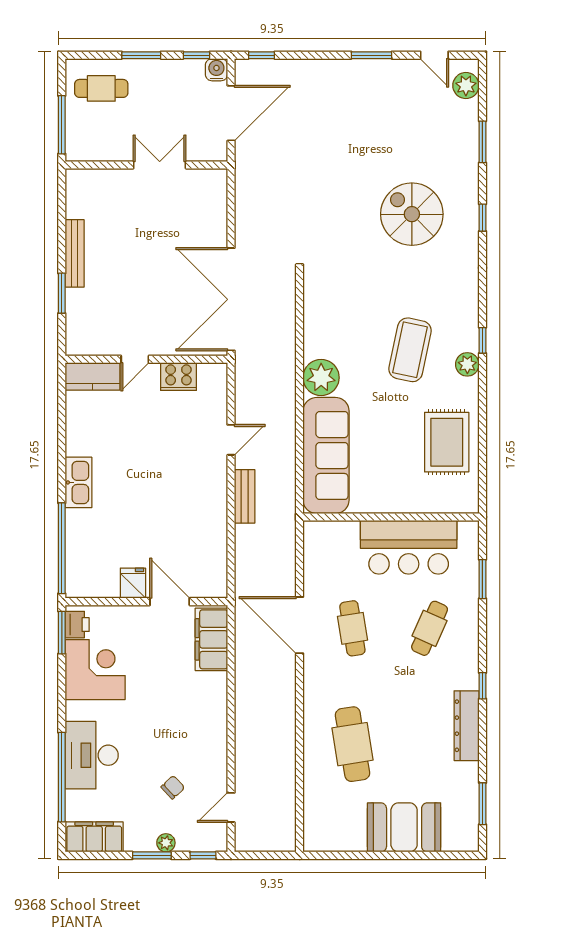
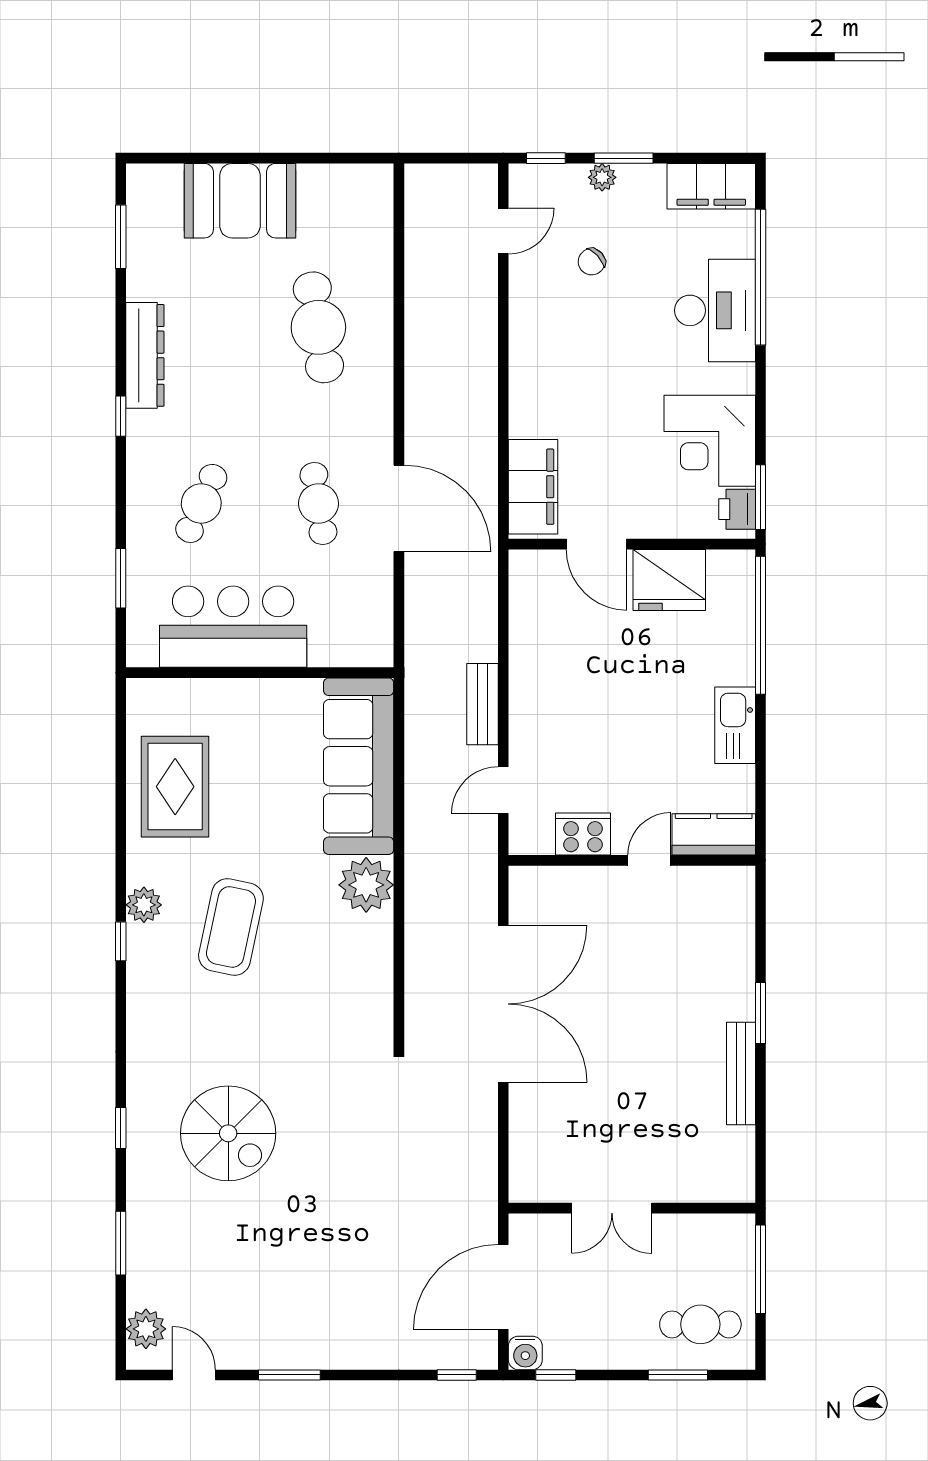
window: (141, 55) -> (678, 1375), moved
door: (135, 359) -> (649, 860), moved
wall: (146, 359) -> (632, 860), moved
kitchen counter: (93, 376) -> (714, 834), moved
cooker: (179, 377) -> (583, 834), moved
fridge: (133, 583) -> (669, 580), width x1.88, depth x1.34

